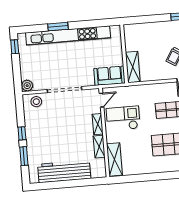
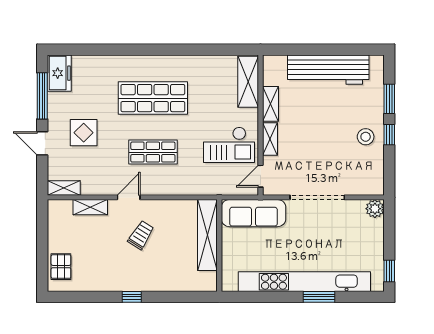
shelving: (133, 67) -> (207, 235), width x1.47
sofa: (109, 76) -> (253, 213), width x1.36
stool: (36, 102) -> (366, 137), moved

